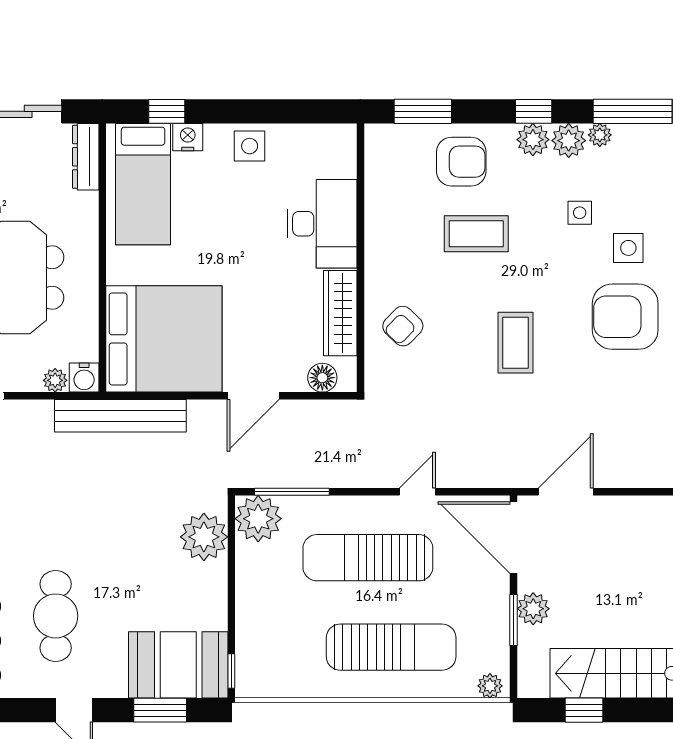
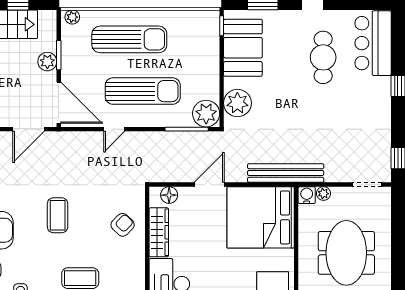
sun lounger: (391, 647) -> (129, 39), turned 180
booth: (178, 665) -> (243, 48), moved, turned 90

